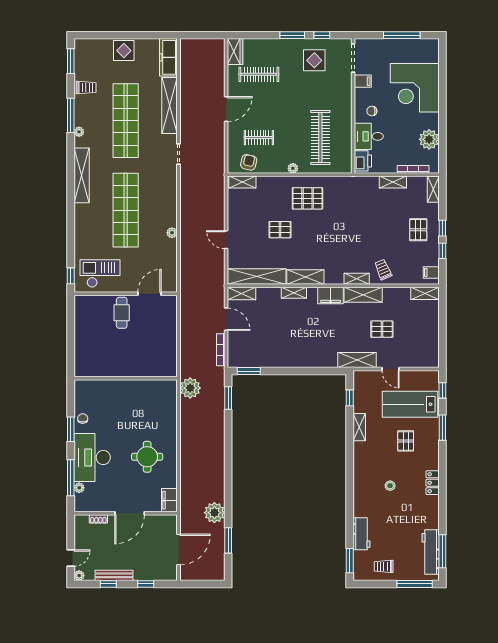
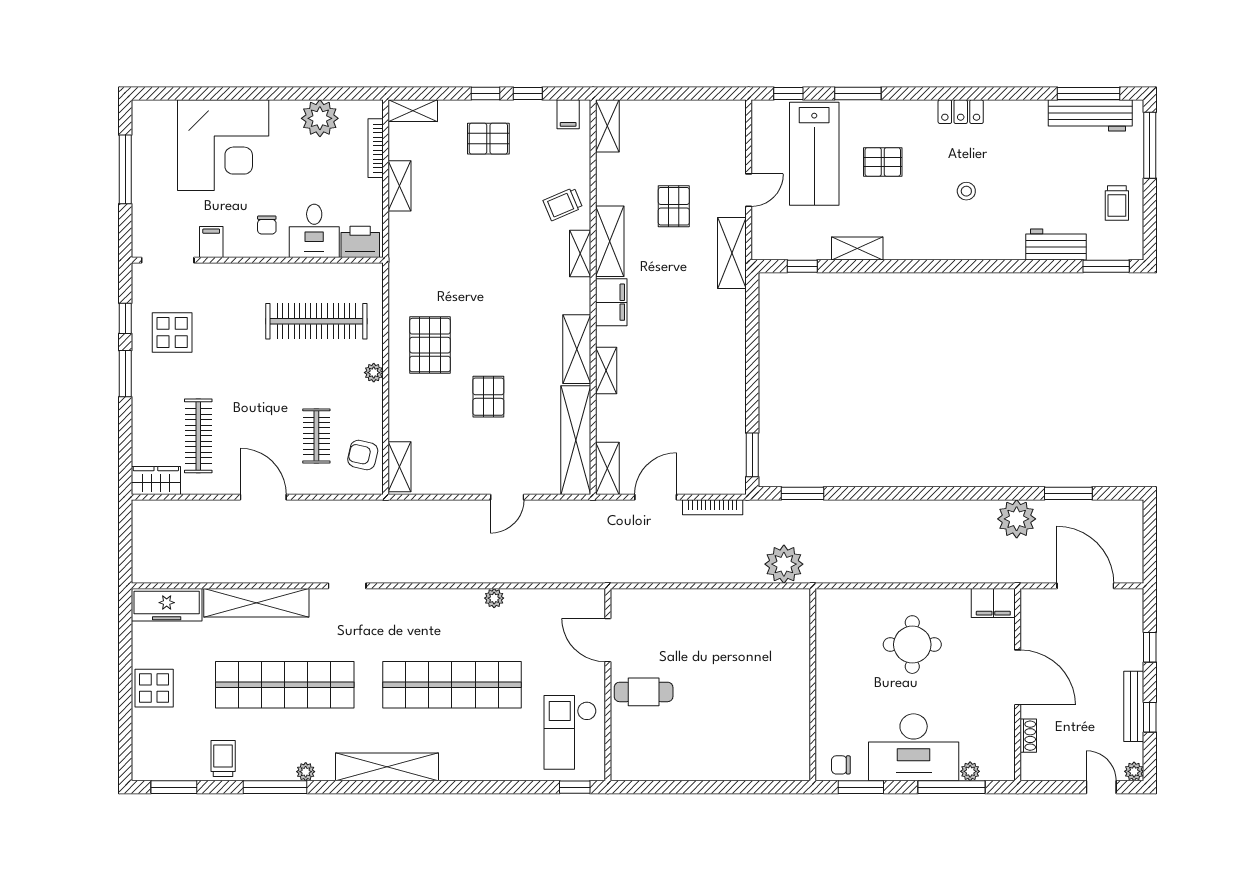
wall: (126, 378) -> (813, 685), moved

